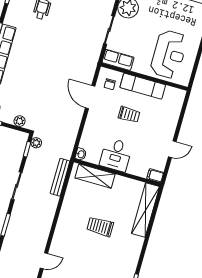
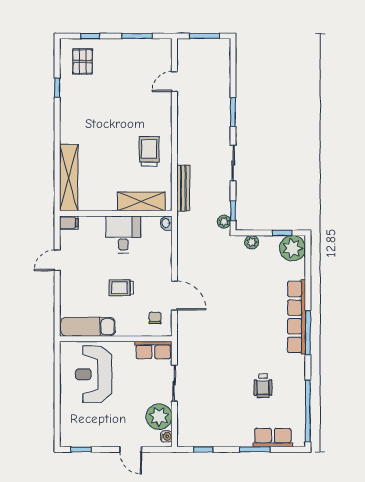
exam couch: (143, 86) -> (88, 327), moved
trolley: (100, 227) -> (149, 151), moved, turned -90

